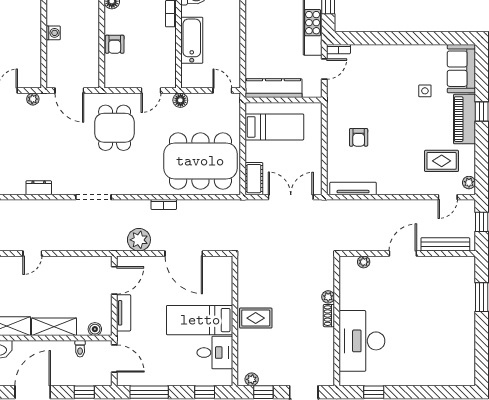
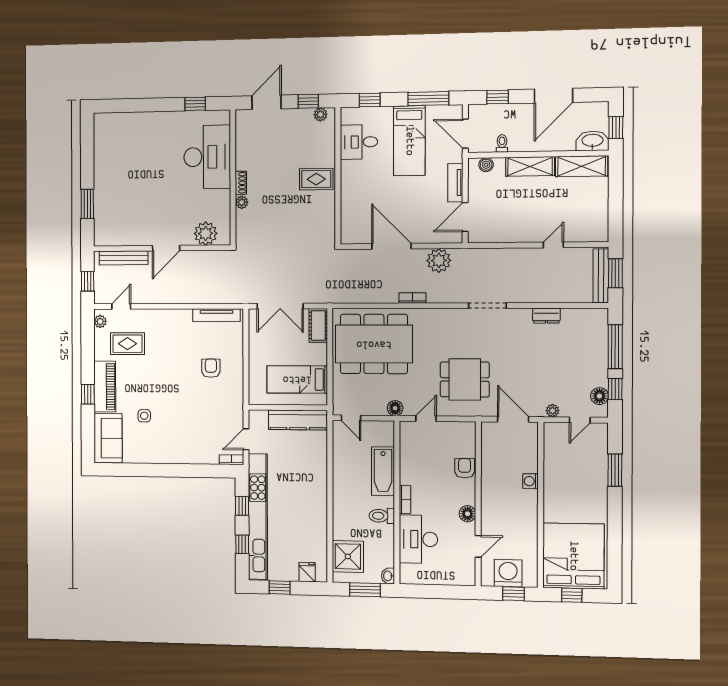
dining table: (115, 128) -> (465, 379), turned 90
plant: (364, 262) -> (206, 234), width x1.87, depth x1.87
bed: (200, 320) -> (409, 141), moved, turned 90

